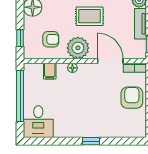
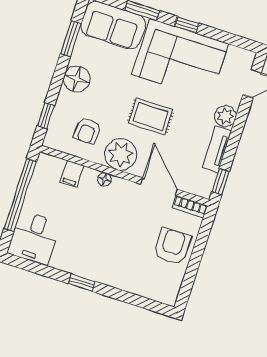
armchair: (51, 39) -> (87, 131), turned 93
window: (91, 141) -> (82, 283), moved

